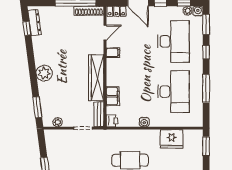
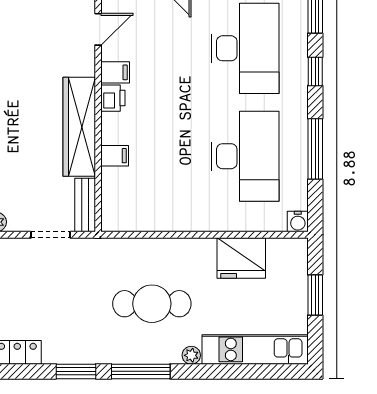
filing cabinet: (113, 96) -> (115, 156), width x0.50
printer: (112, 121) -> (113, 98), moved
water cooler: (144, 122) -> (298, 222), moved
window: (206, 146) -> (315, 295), moved

